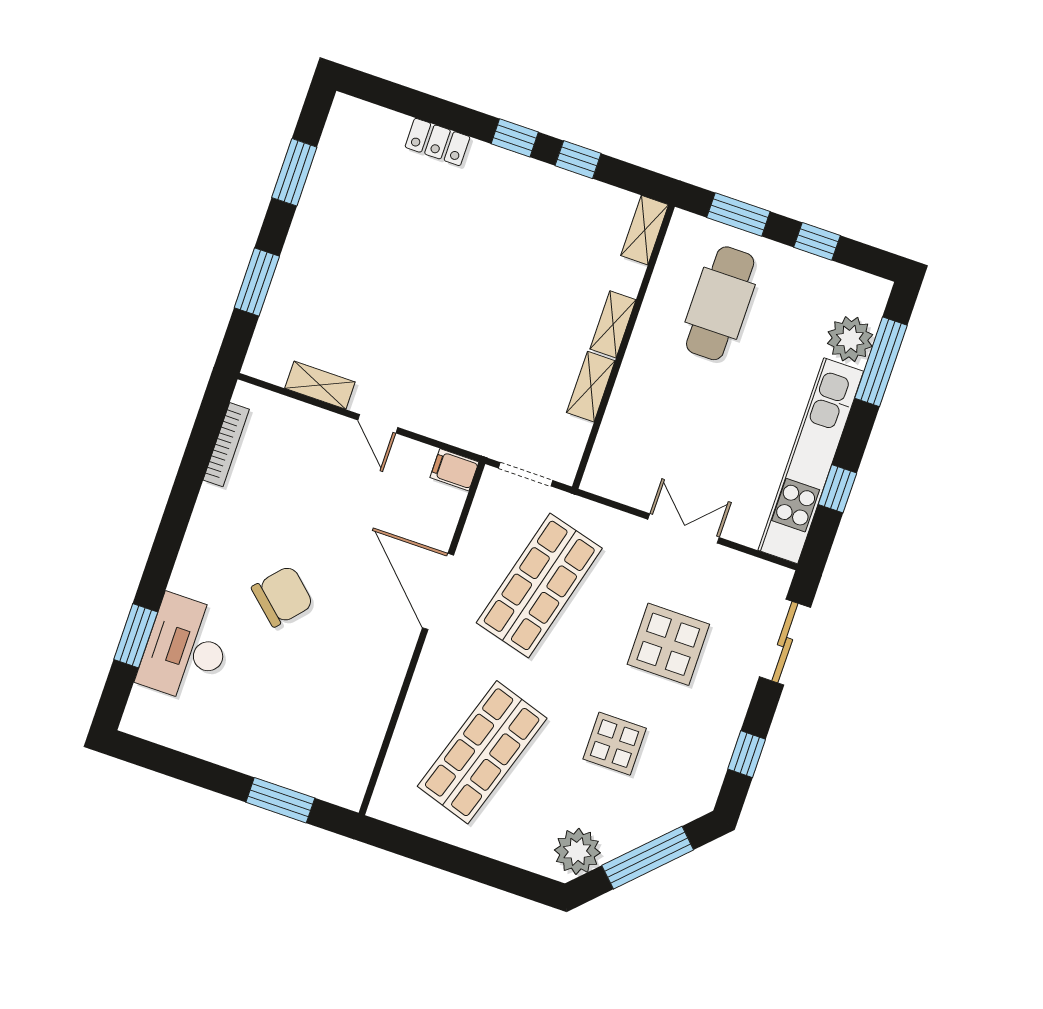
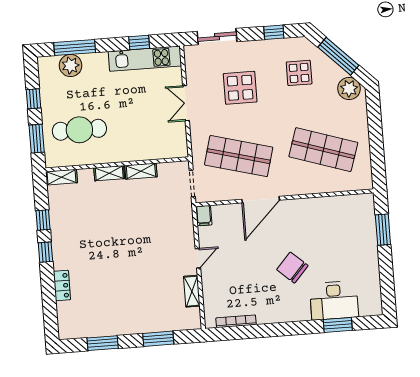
kitchen unit: (811, 461) -> (145, 59), width x0.73
display table: (615, 744) -> (299, 73), moved

